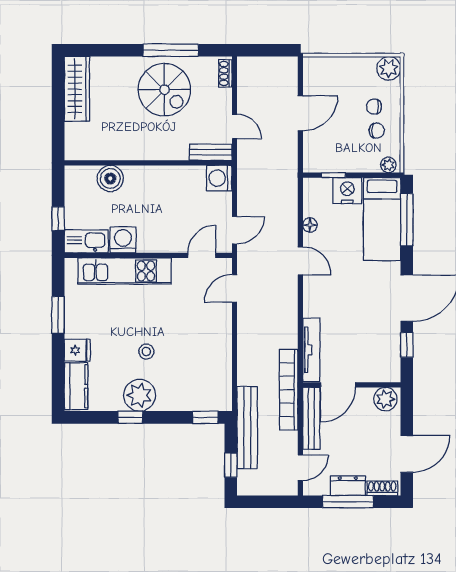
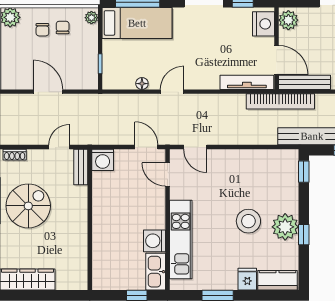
boiler: (110, 178) -> (103, 251), removed
nightstand: (347, 191) -> (263, 24), moved, turned 180
stool: (146, 352) -> (248, 221), width x1.89, depth x1.89

